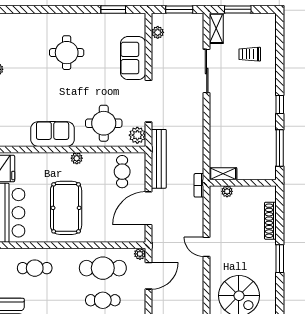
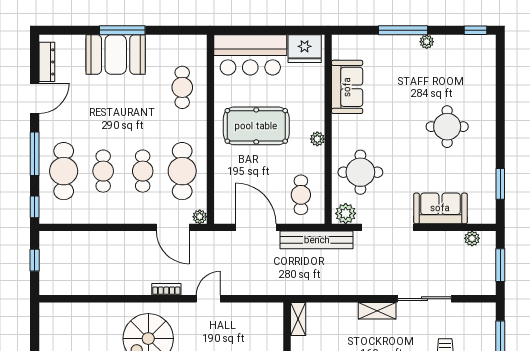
shelving: (216, 28) -> (377, 311), moved
sofa: (53, 134) -> (347, 87), moved
cafe table: (122, 172) -> (301, 195), turned 90
bookcase: (199, 185) -> (166, 289), moved
plant: (227, 191) -> (277, 324), removed

